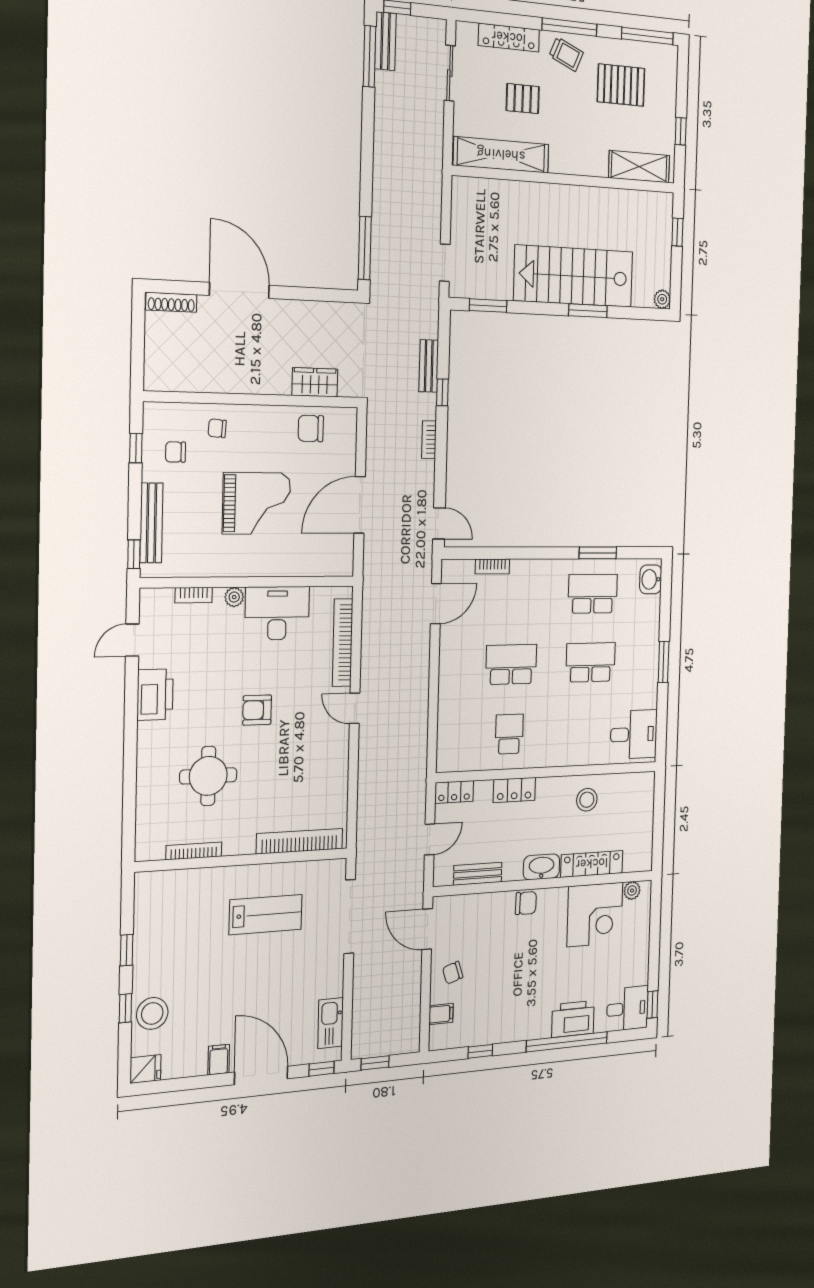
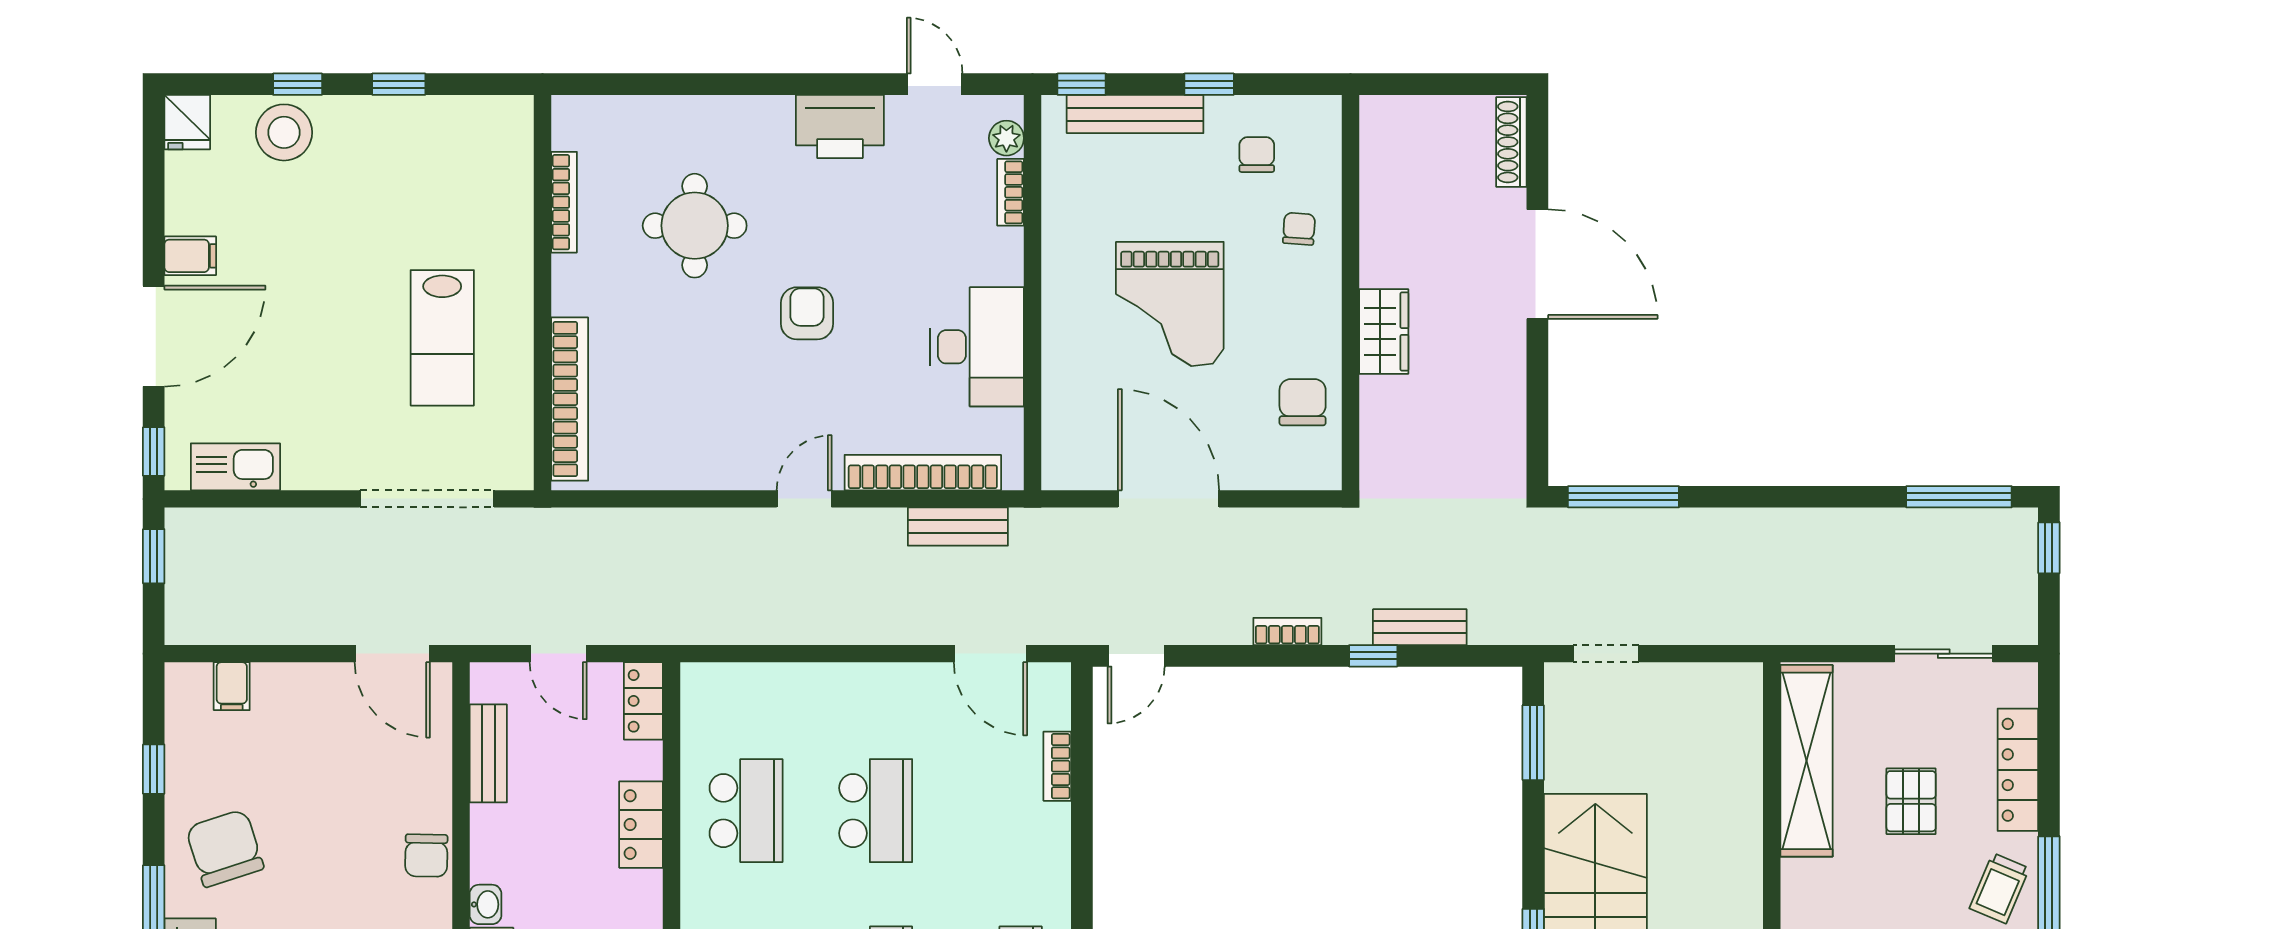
bench: (385, 41) -> (958, 527), moved
door: (239, 290) -> (1537, 264), hinge flipped
wardrobe: (315, 382) -> (1384, 331), moved
window: (136, 448) -> (1209, 84), moved
plant: (234, 597) -> (1006, 138), moved
school desk: (509, 734) -> (746, 811), width x1.85
washbasin: (541, 867) -> (486, 904), width x0.52, depth x0.69
door: (427, 929) -> (392, 654), swing flipped
chair: (453, 973) -> (225, 848), moved, width x1.87, depth x1.87

